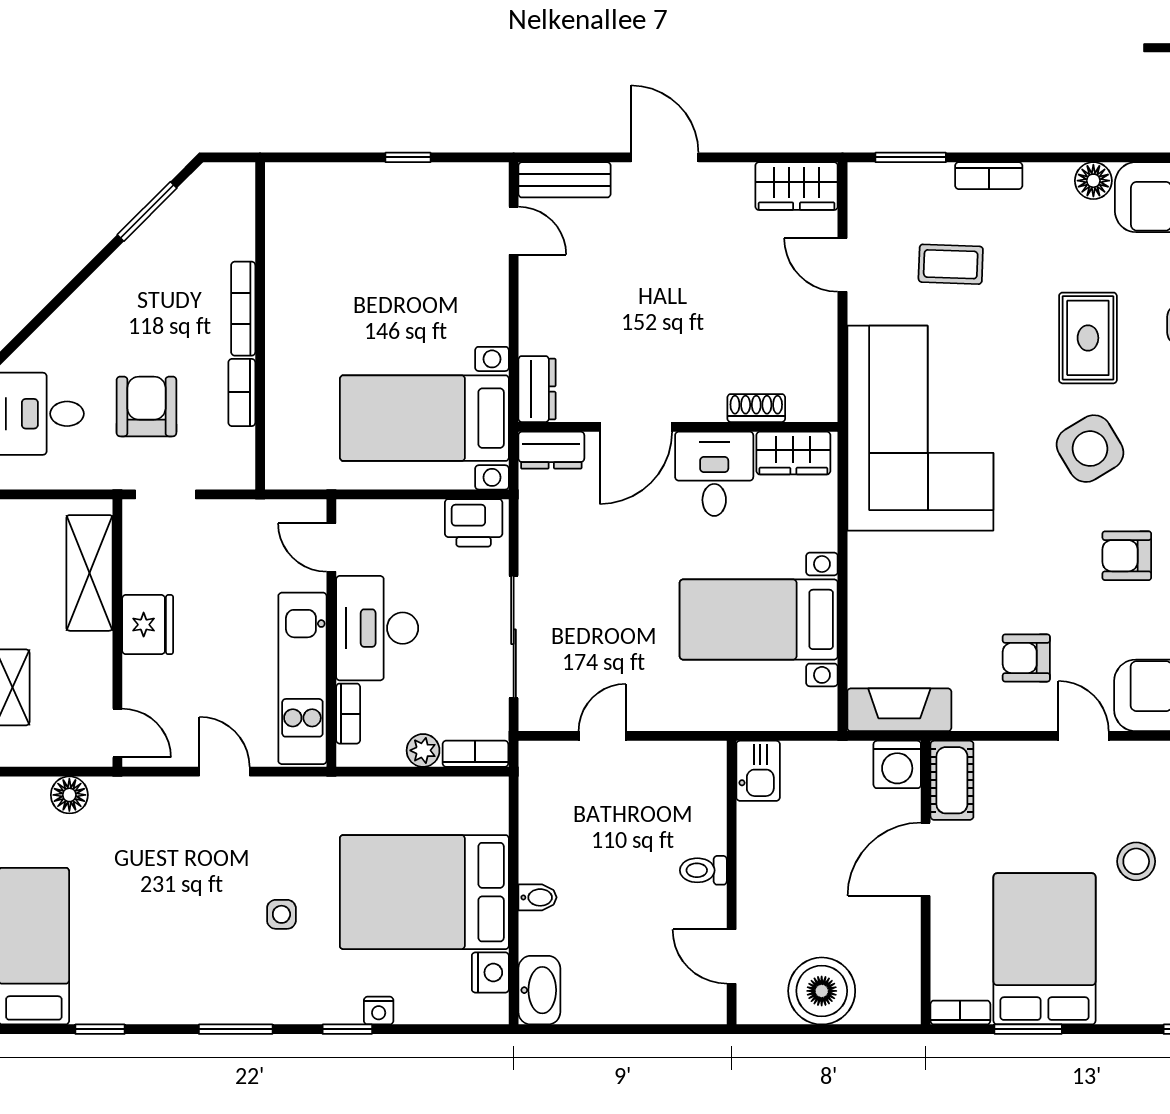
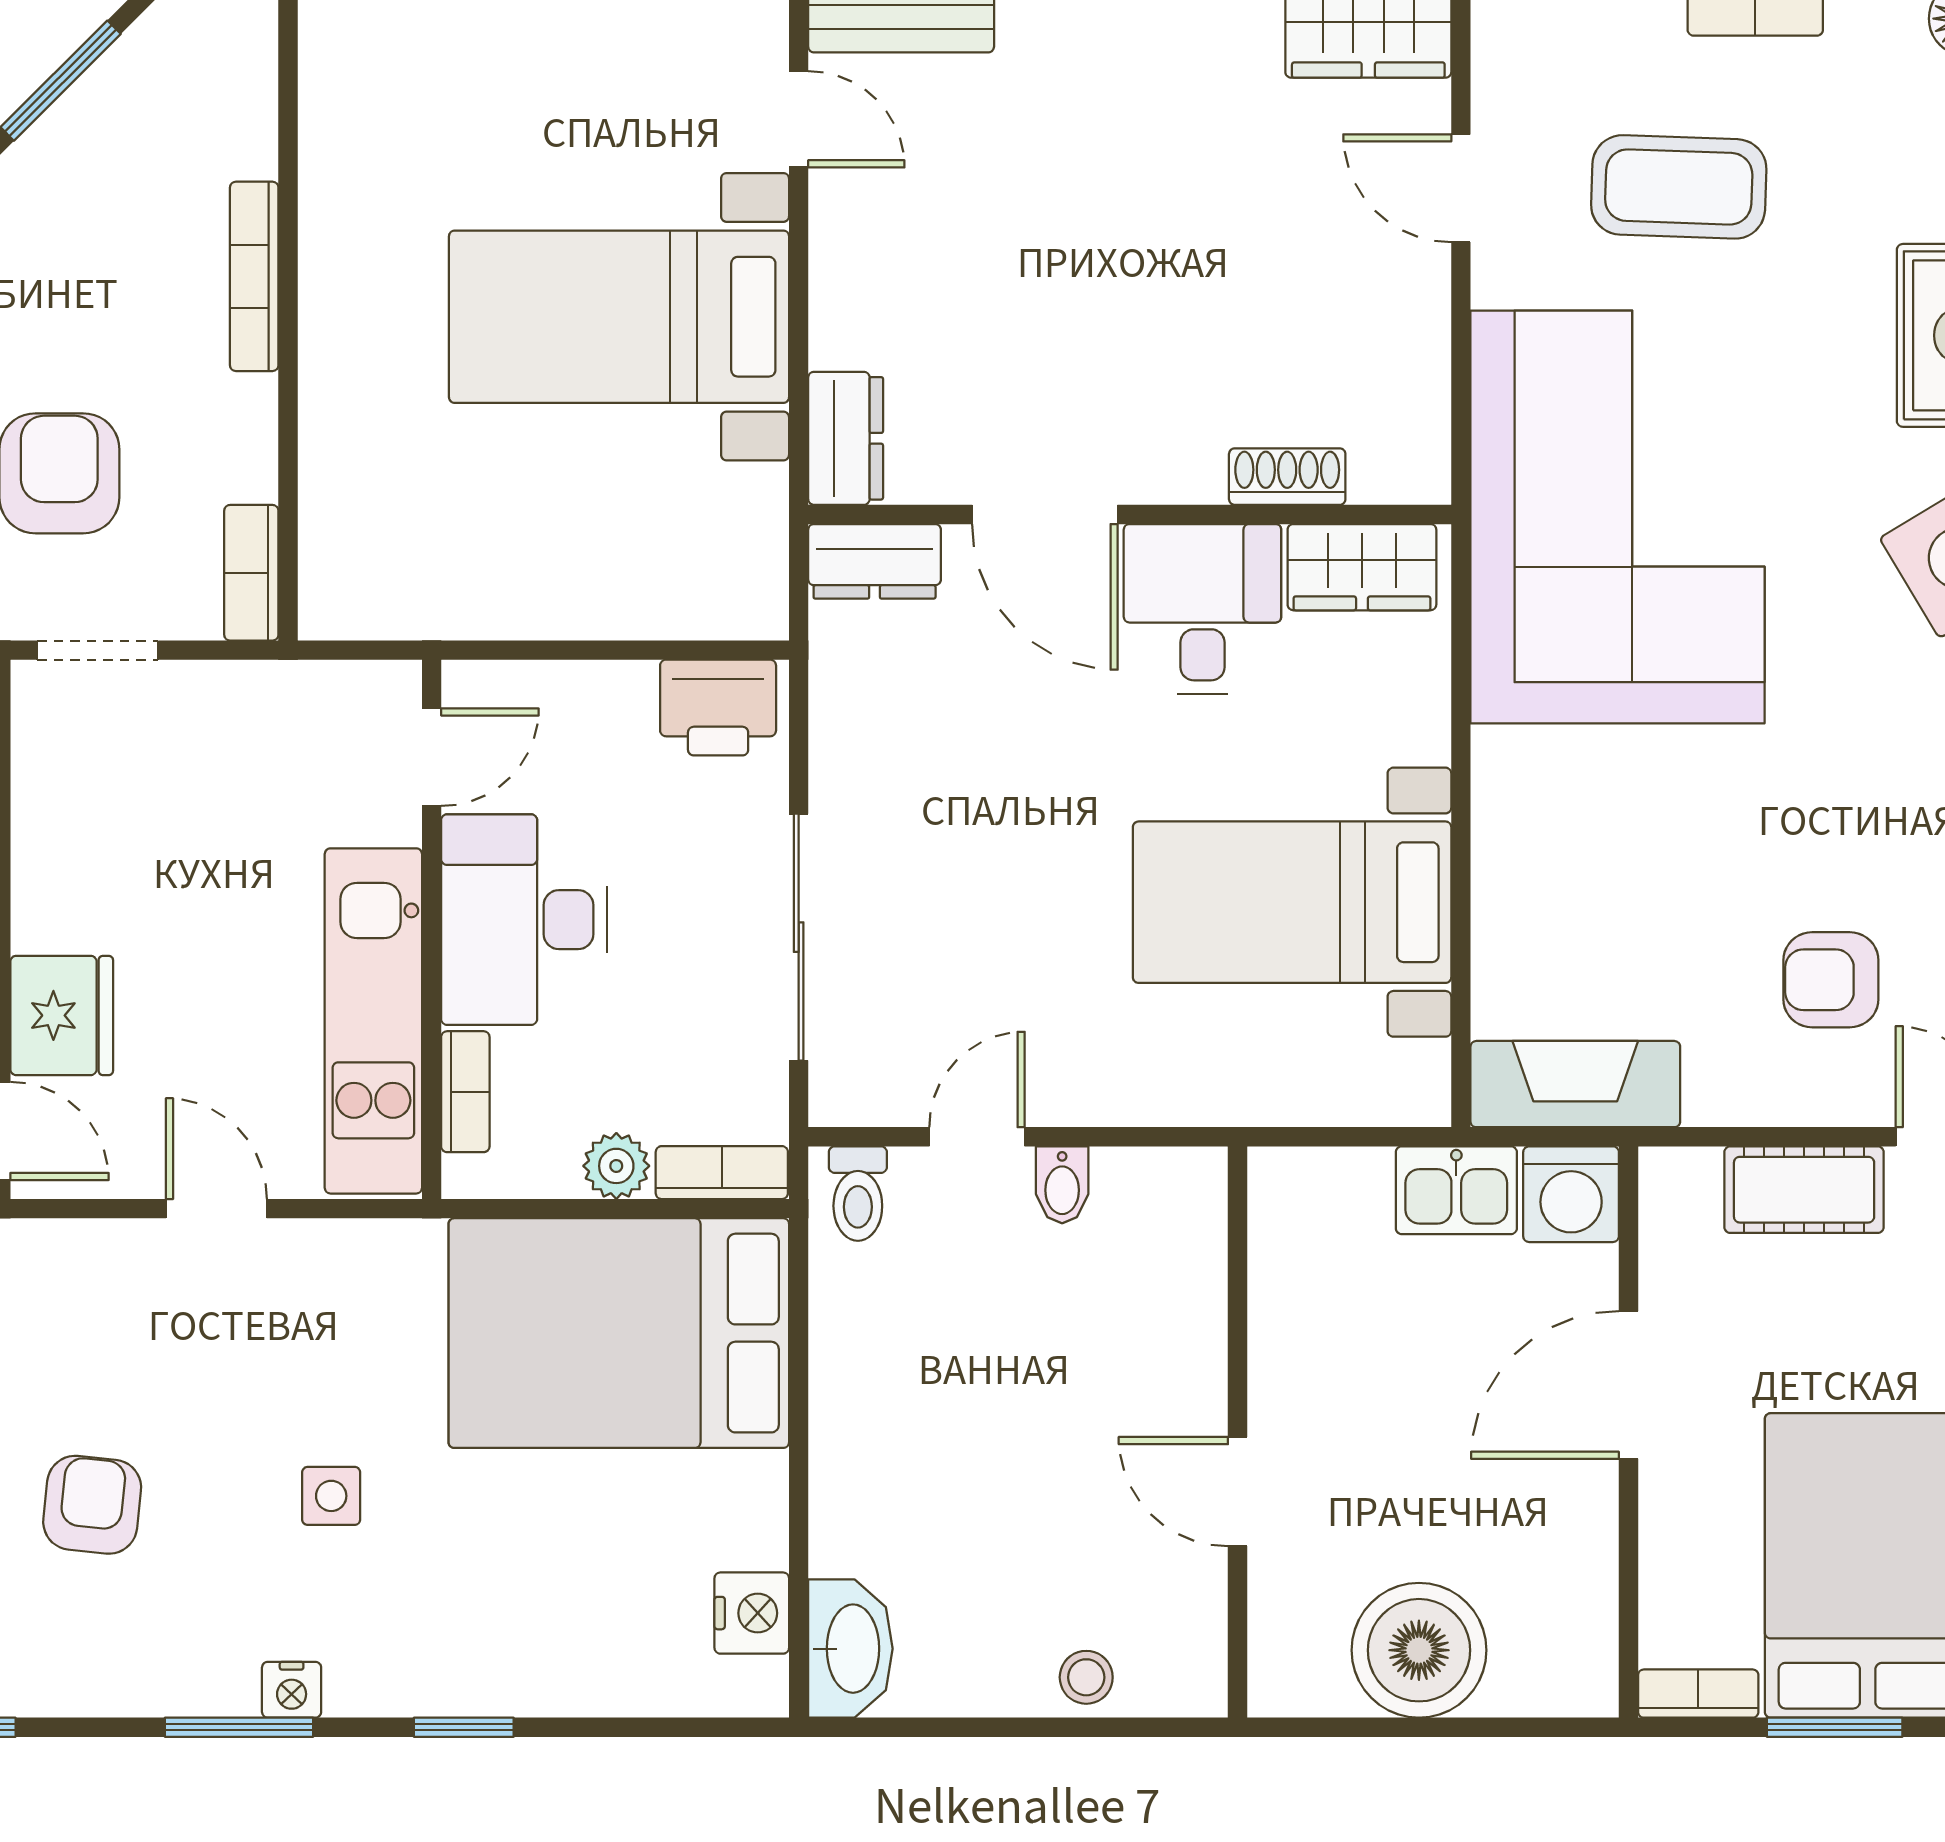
coffee table: (951, 264) -> (1679, 187), width x1.36, depth x1.30
bookcase: (242, 392) -> (251, 573), moved
bed with nightstands: (424, 418) -> (619, 317), moved
door: (636, 427) -> (1045, 514), hinge flipped
door: (331, 547) -> (432, 757), swing flipped
fridge: (148, 625) -> (62, 1015), moved
kitchen sink: (758, 771) -> (1456, 1190), moved, turned 90
cot: (952, 780) -> (1804, 1190), moved, turned 90
toilet: (703, 870) -> (858, 1194), moved, turned -90
bed: (424, 892) -> (619, 1333), moved
bidet: (537, 897) -> (1062, 1185), moved, turned 90
armchair: (163, 919) -> (92, 1505), added
door: (732, 957) -> (1237, 1492), moved
stool: (656, 1004) -> (1086, 1677), added
nightstand: (379, 1011) -> (292, 1690), moved

